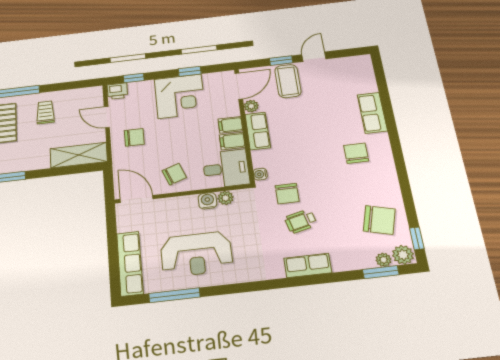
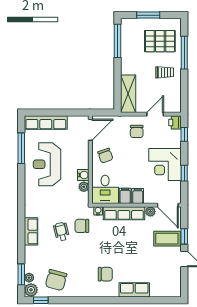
row of seats: (258, 131) -> (124, 213), width x1.48

